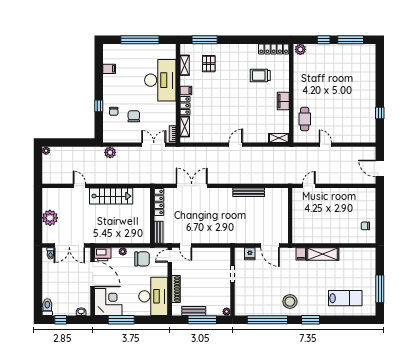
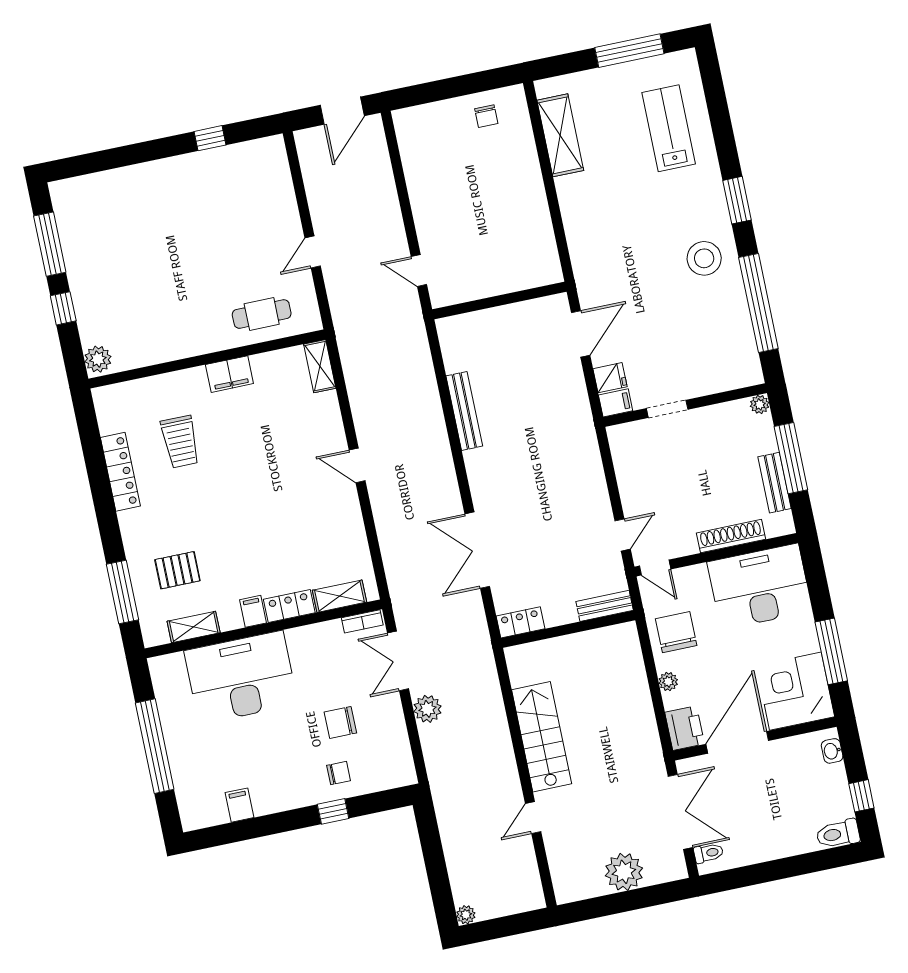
locker: (274, 49) -> (120, 472), moved
plant: (110, 152) -> (427, 709), moved
locker: (159, 202) -> (521, 622), width x0.66
filing cabinet: (301, 254) -> (616, 403), moved
shelving: (322, 254) -> (560, 135), moved

